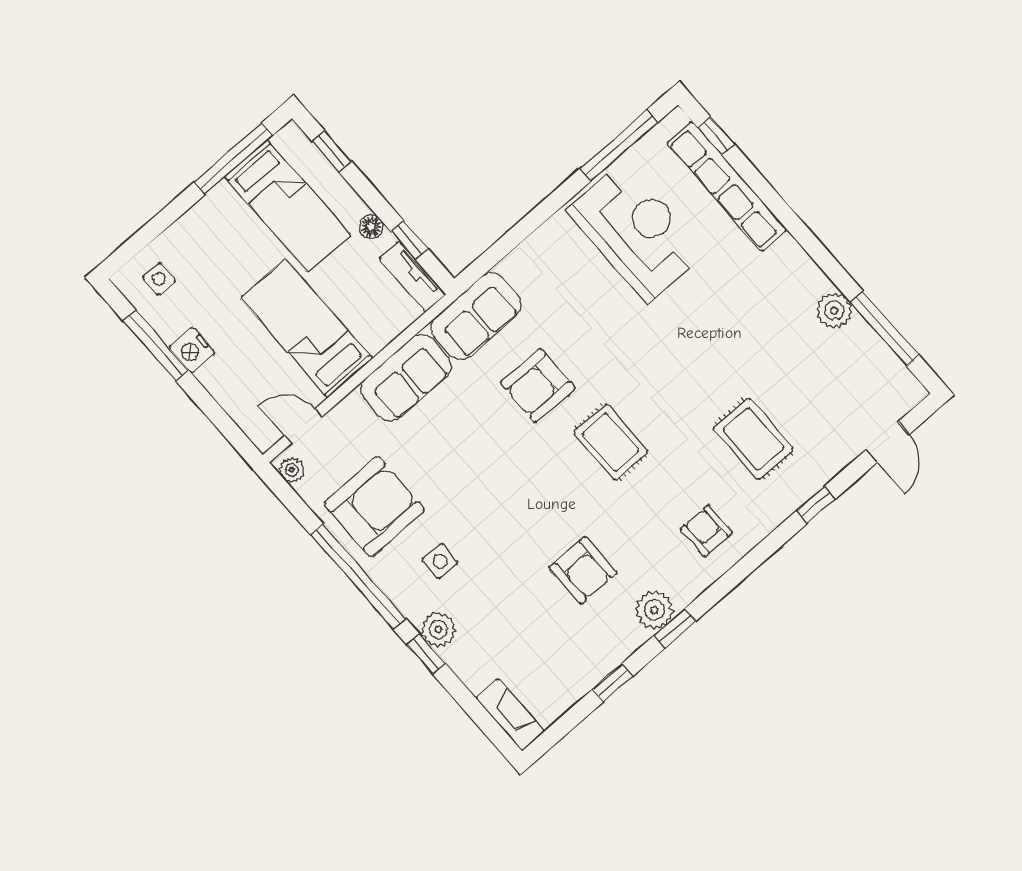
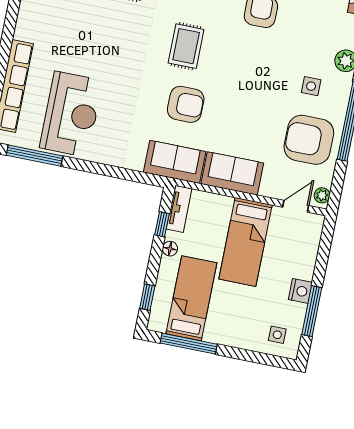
reception desk: (636, 232) -> (71, 114), turned 180
door: (303, 426) -> (296, 206), swing flipped

